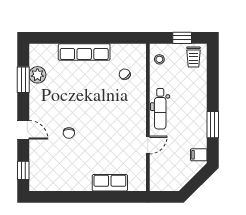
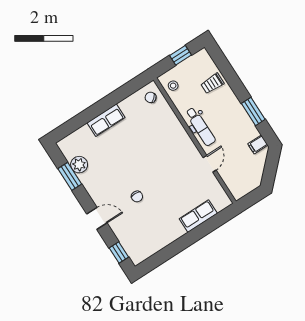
row of seats: (84, 52) -> (106, 120), width x0.68
trolley: (193, 57) -> (212, 83), moved, turned 90
chair: (125, 74) -> (151, 97), moved

